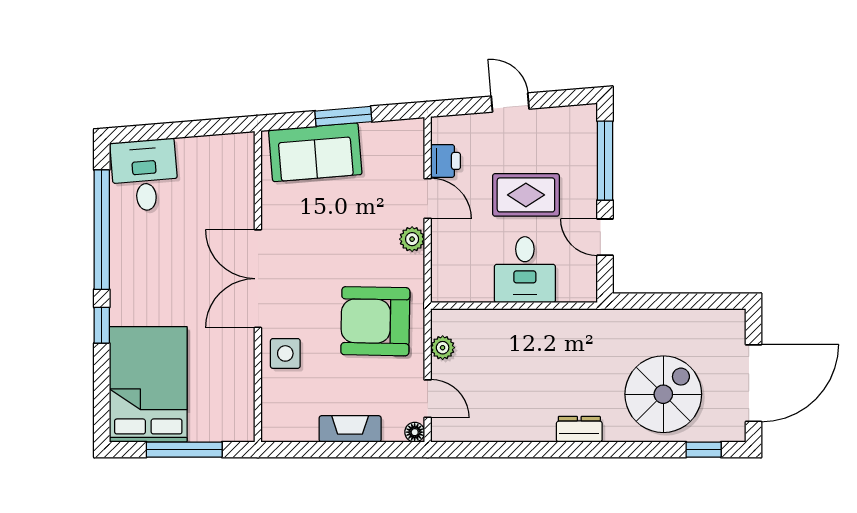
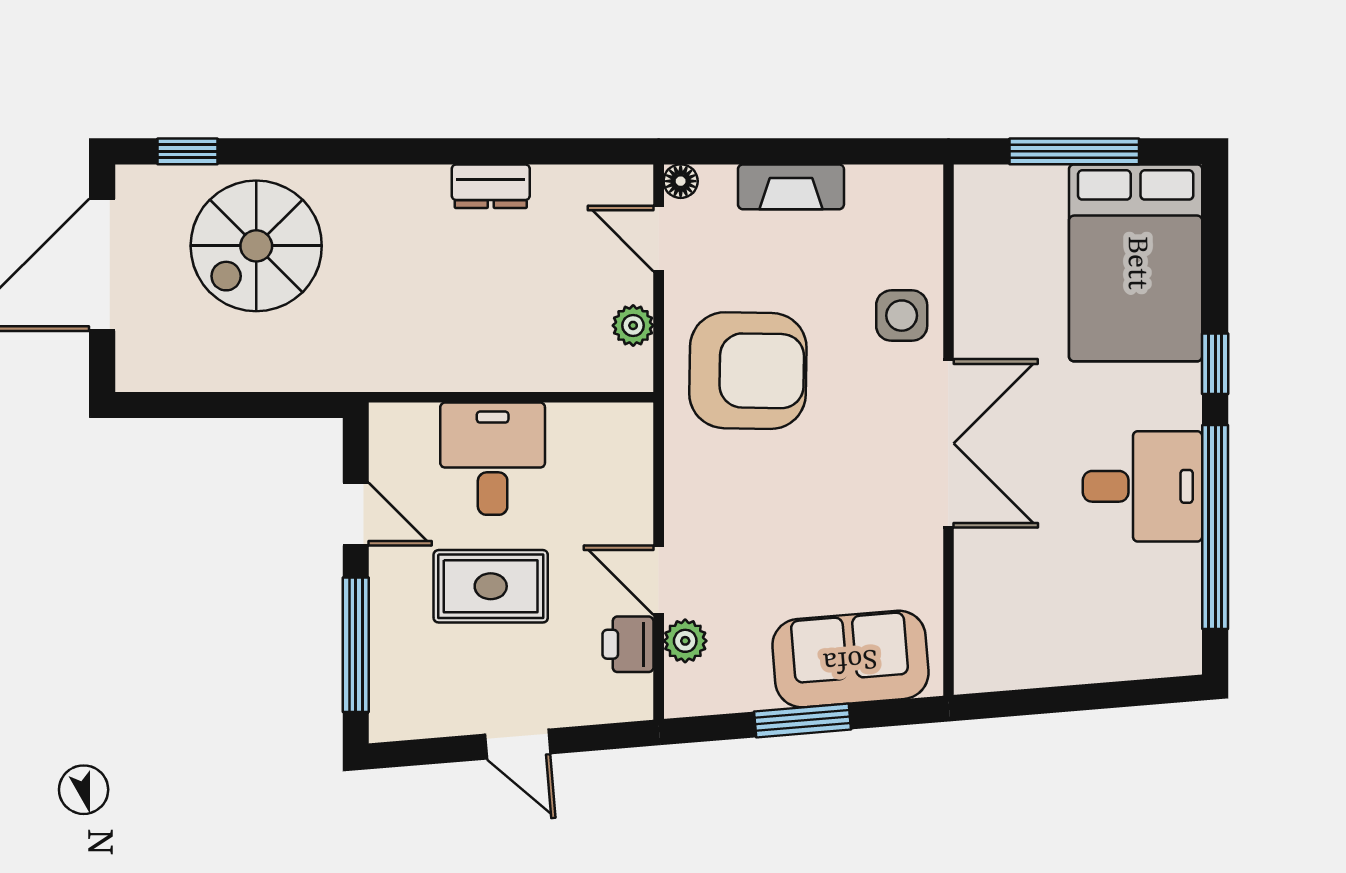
desk: (145, 175) -> (1143, 486), moved, turned -85
plant: (412, 239) -> (685, 641), moved
dresser: (579, 429) -> (491, 186), moved

